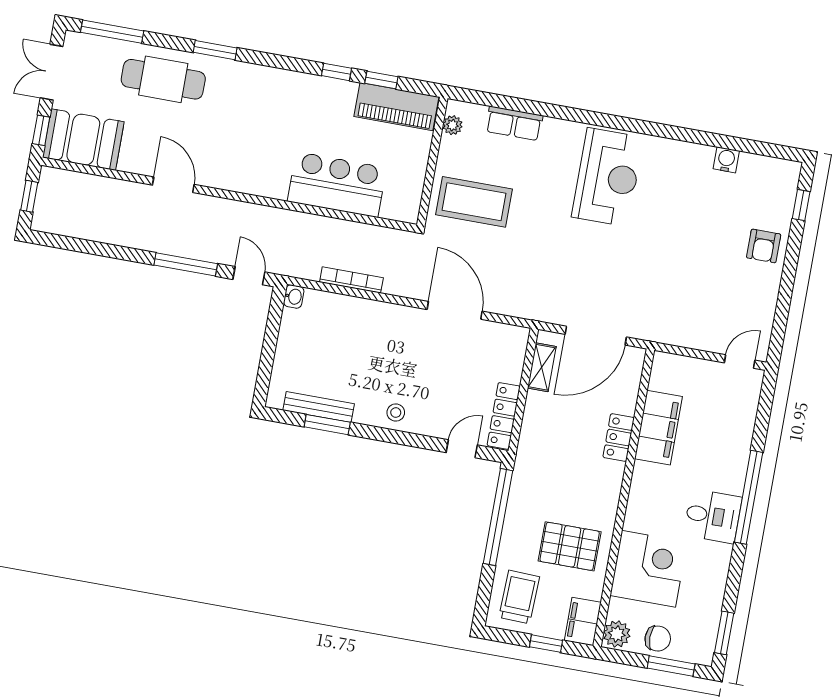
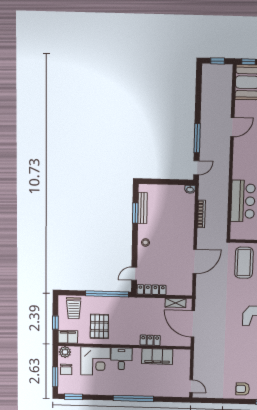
door: (462, 449) -> (134, 274), swing flipped
desk: (713, 516) -> (121, 359), moved, turned 180
trolley: (519, 597) -> (74, 308), turned 88

